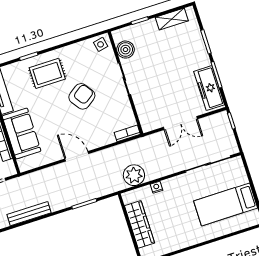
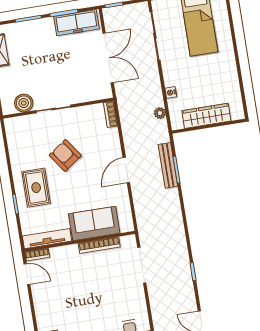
side table: (101, 44) -> (14, 128), removed
double door: (180, 123) -> (108, 58), width x1.37
plant: (134, 175) -> (160, 113), width x0.53, depth x0.53
bench: (29, 214) -> (168, 165), moved

